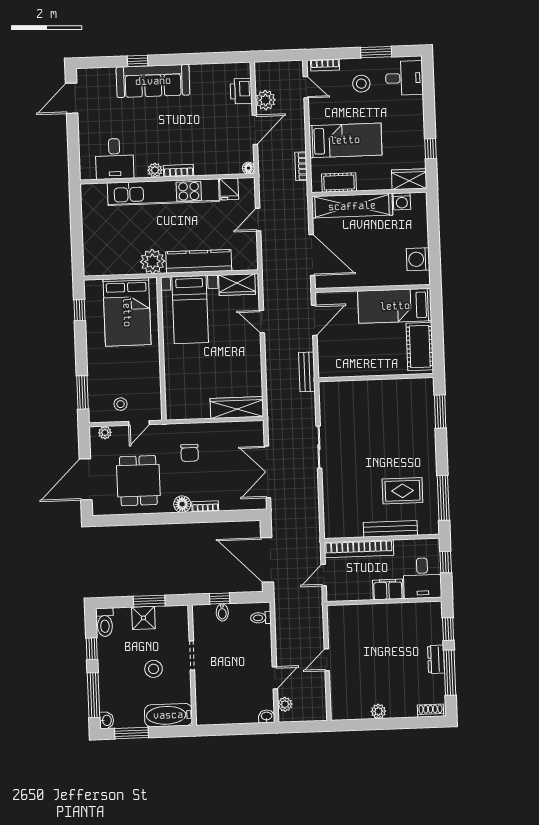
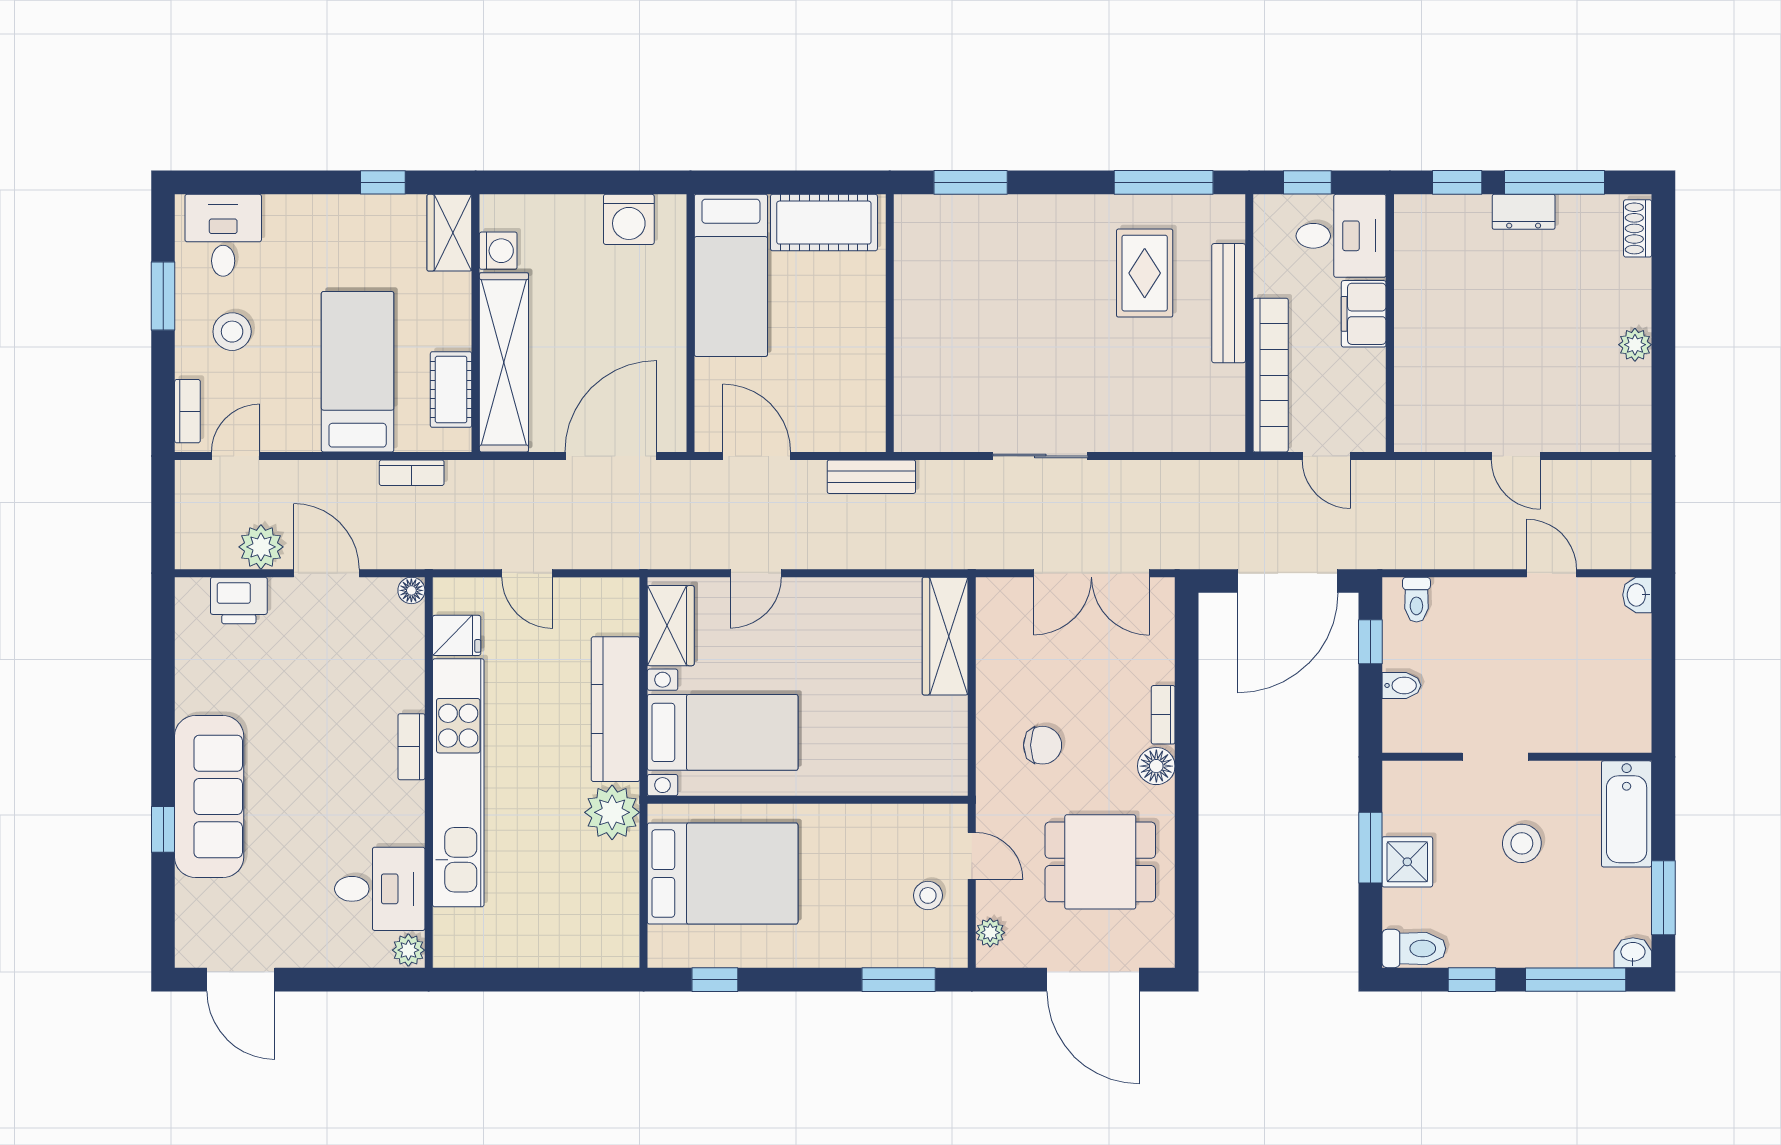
plant: (155, 170) -> (408, 950), moved
window: (220, 599) -> (1370, 642), moved
plant: (285, 704) -> (1612, 553), removed

